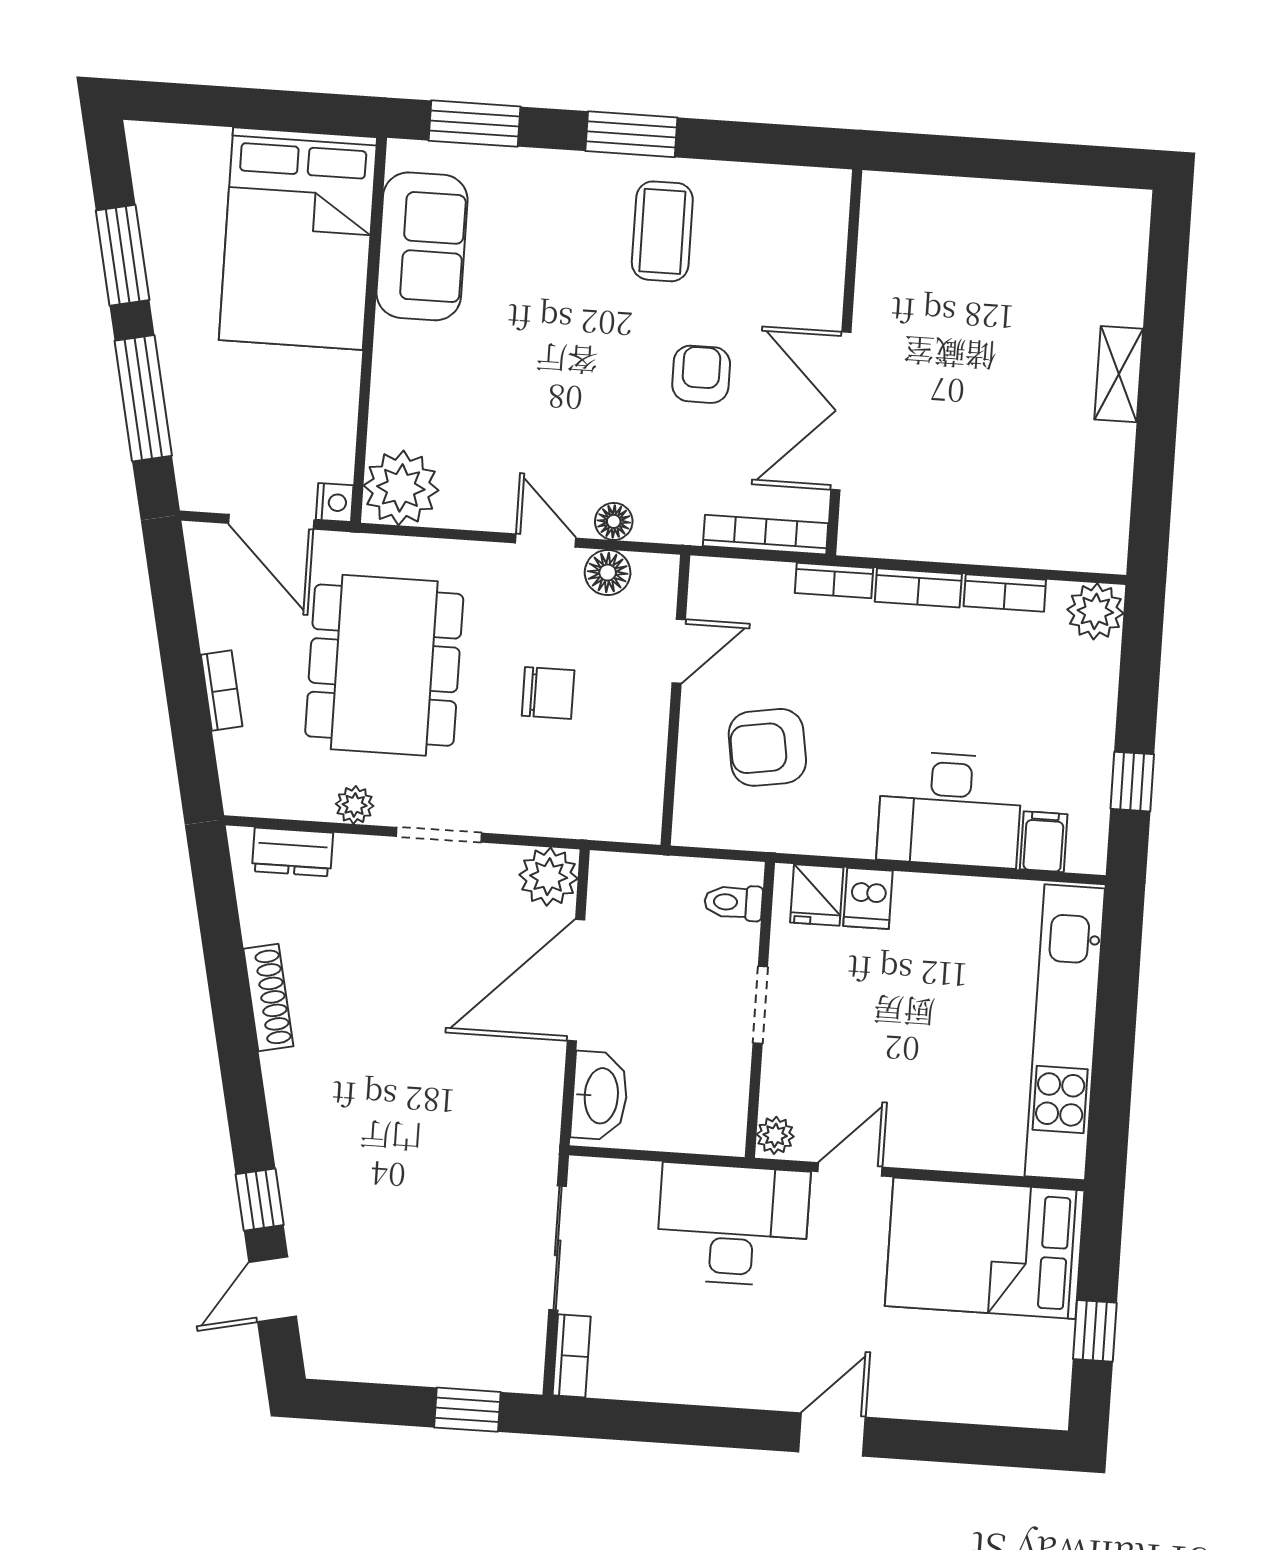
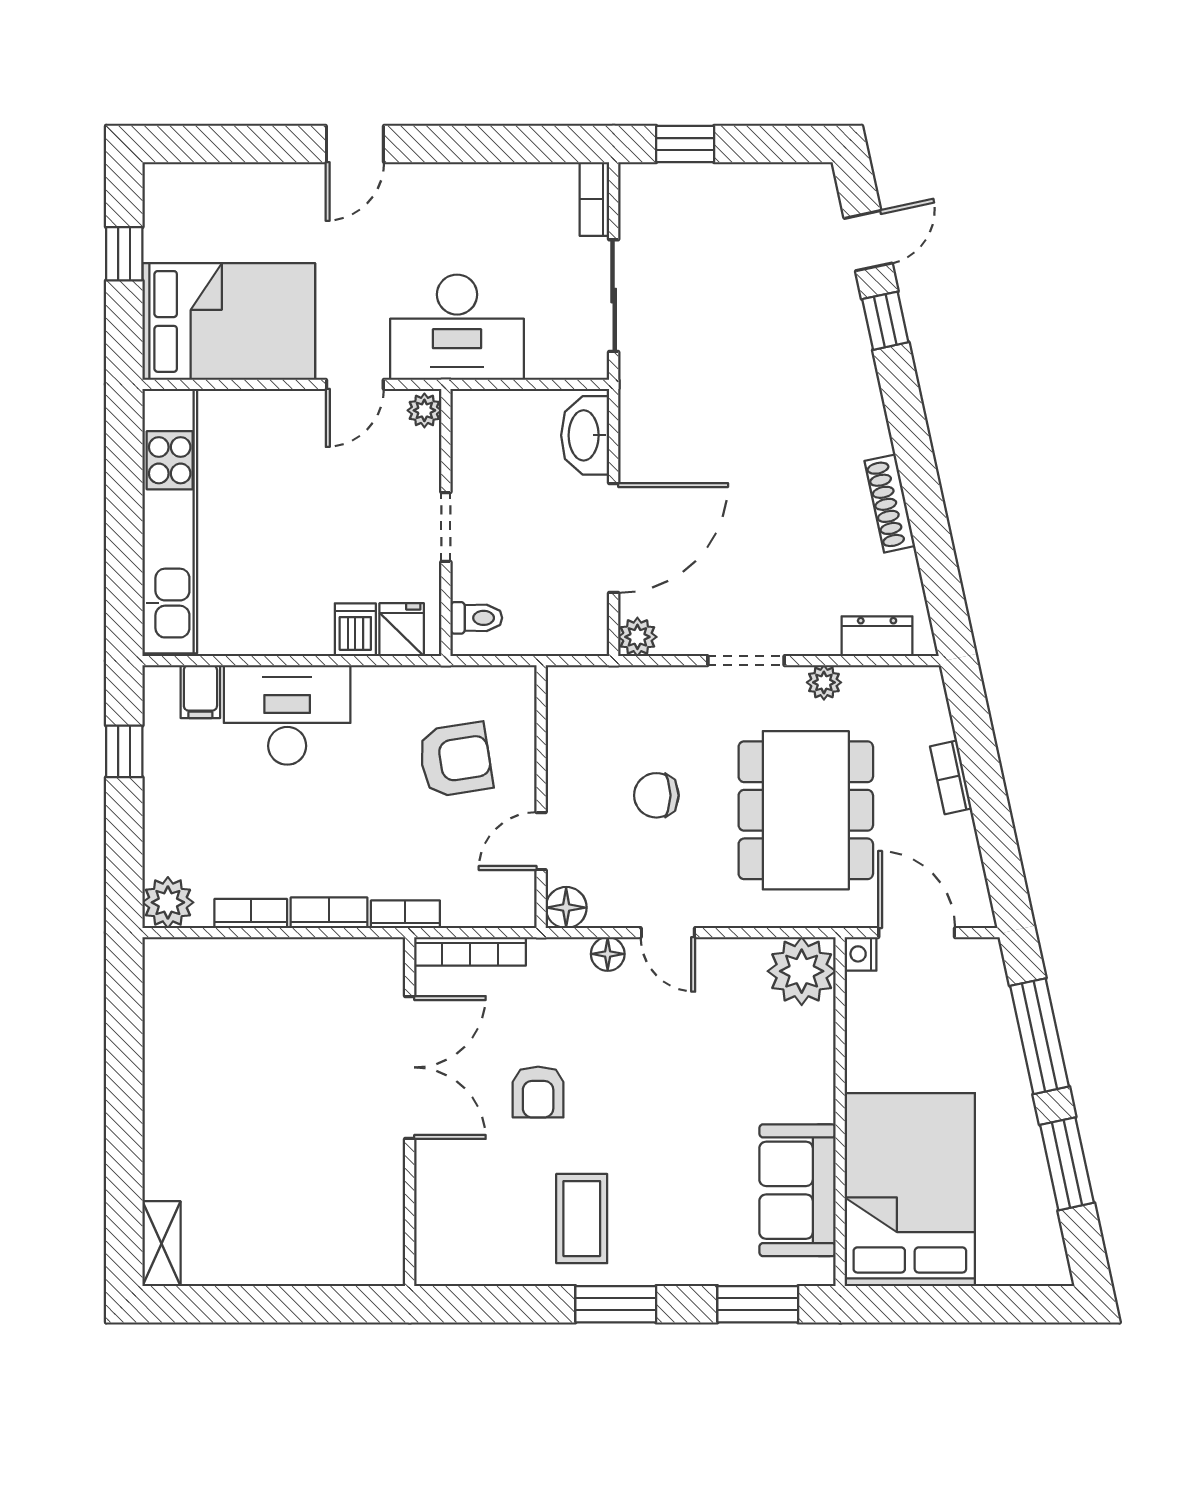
shelving: (1119, 374) -> (161, 1244), moved
floor lamp: (608, 573) -> (566, 908), moved
plant: (549, 877) -> (637, 637), width x0.73, depth x0.73

